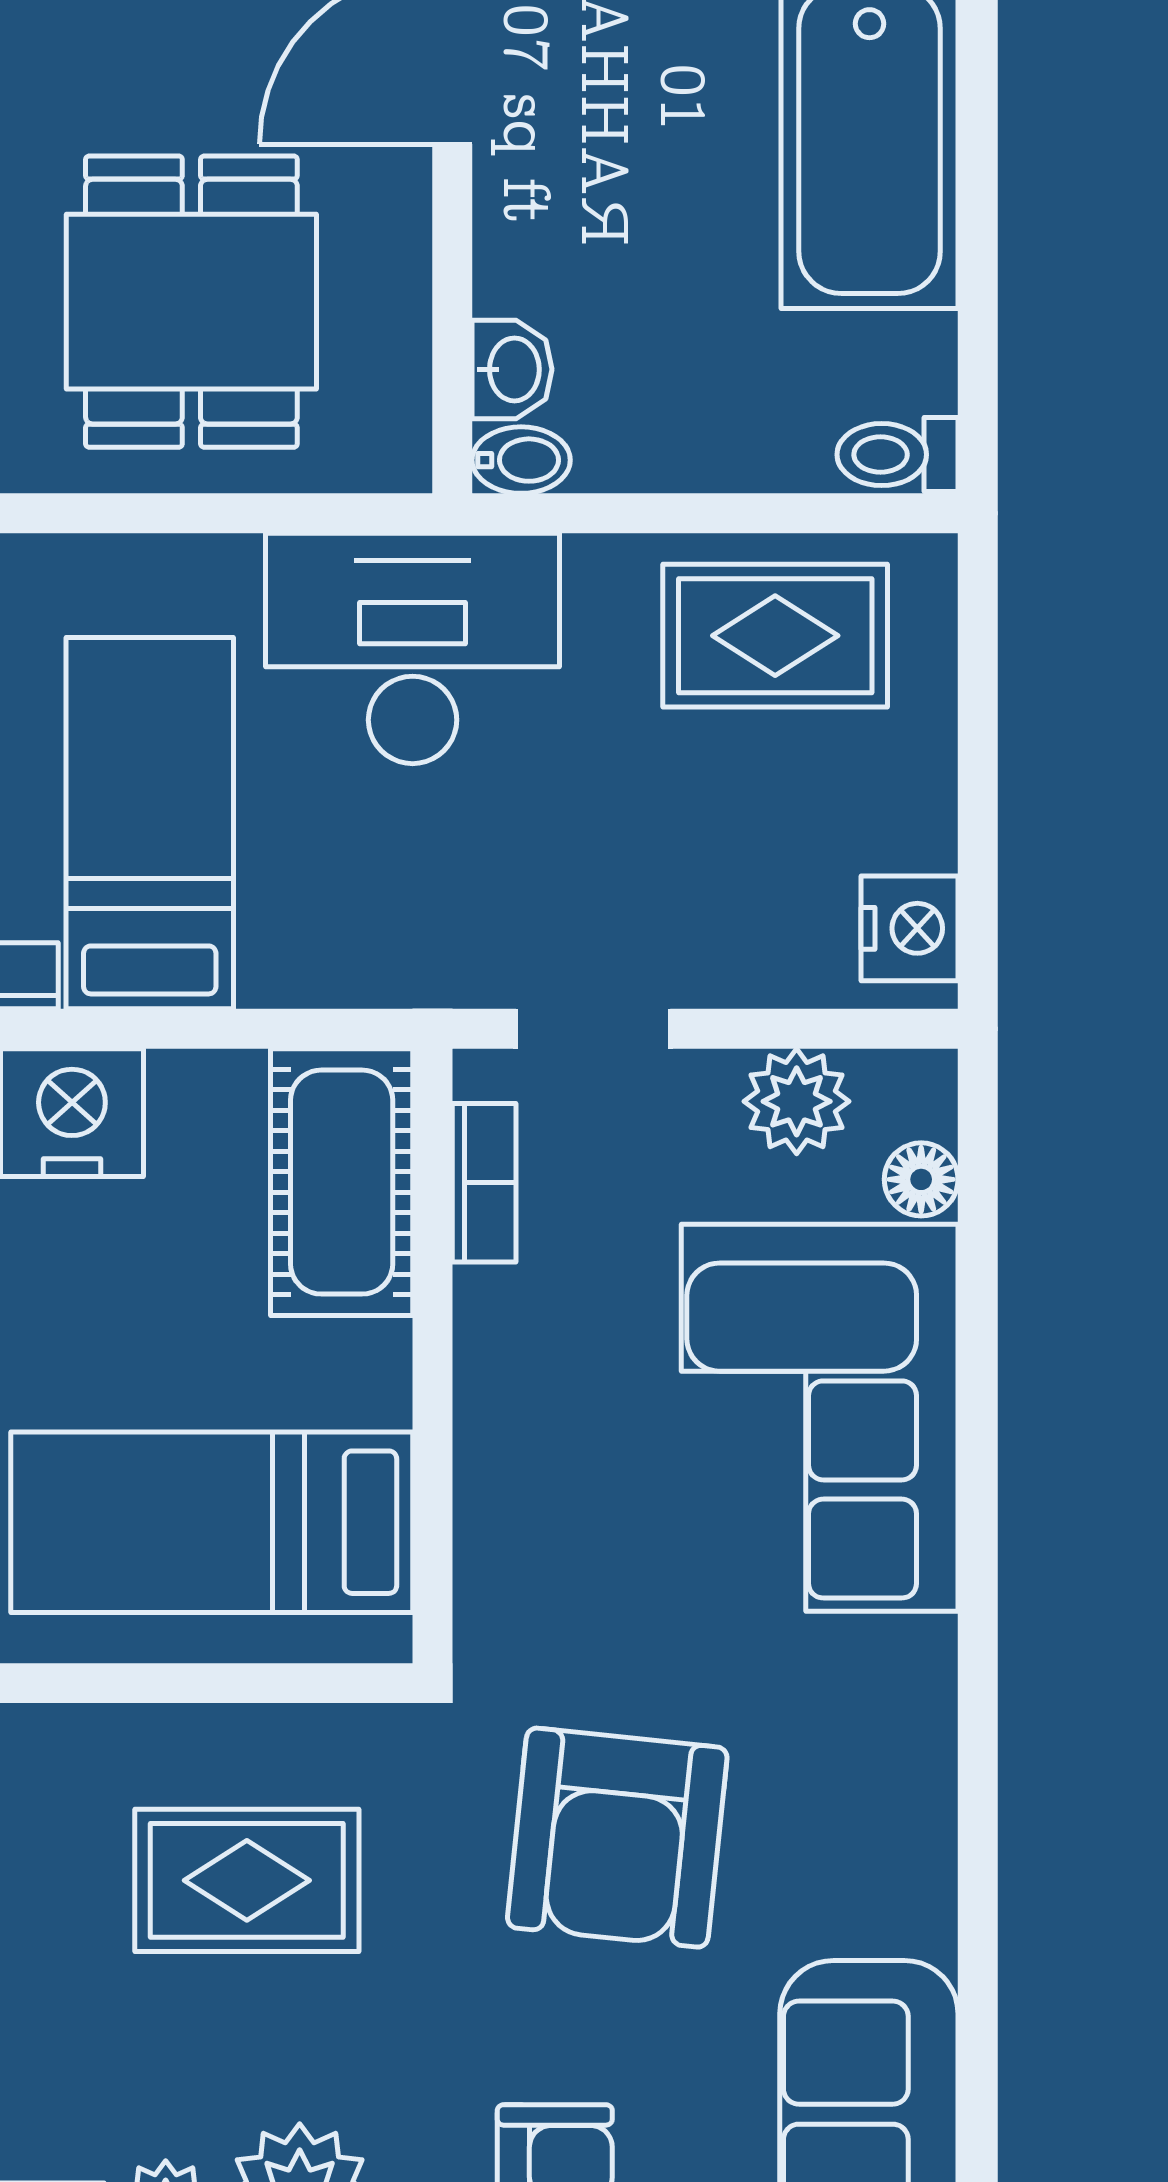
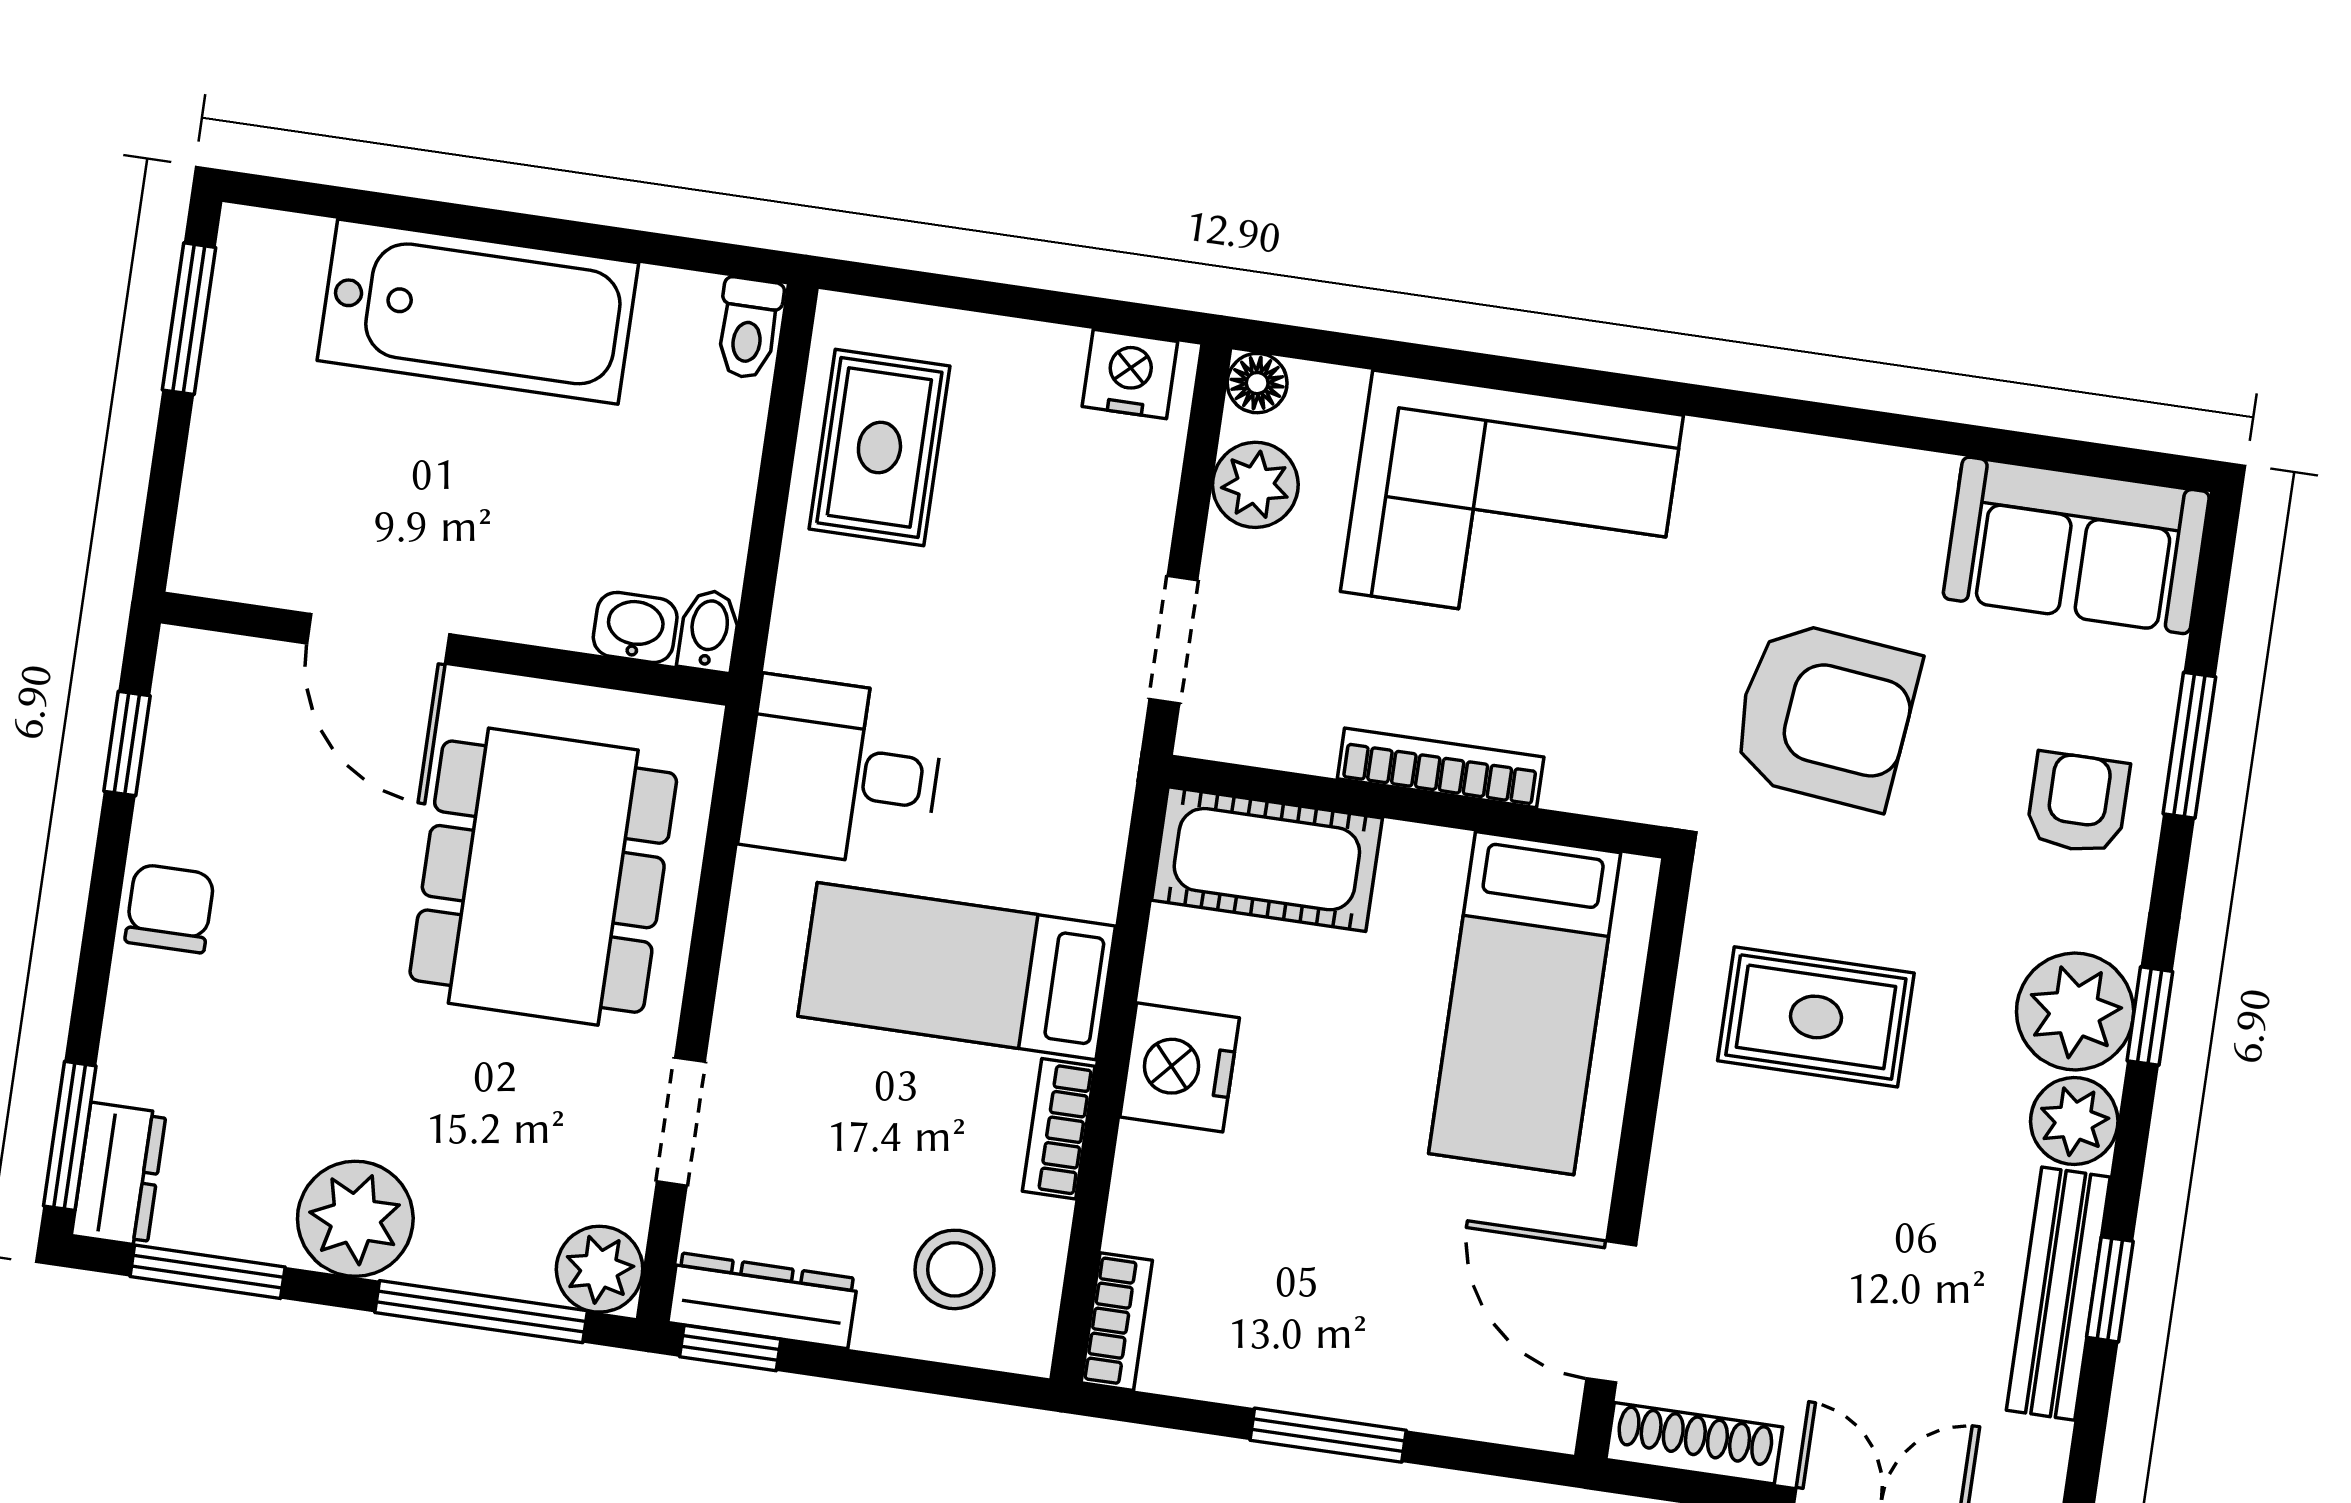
dining table: (191, 302) -> (543, 877), width x1.38
desk: (413, 648) -> (843, 772), width x0.73
floor lamp: (921, 1179) -> (1257, 383), moved
bookcase: (484, 1183) -> (1441, 768), moved, width x1.56
rug: (247, 1880) -> (1816, 1017), turned 90

